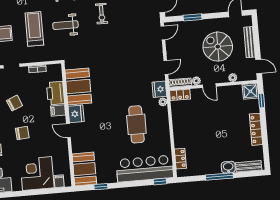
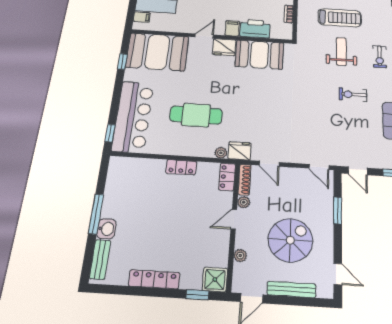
locker: (180, 159) -> (181, 167), moved
booth: (84, 169) -> (157, 52), width x1.36, depth x1.42

